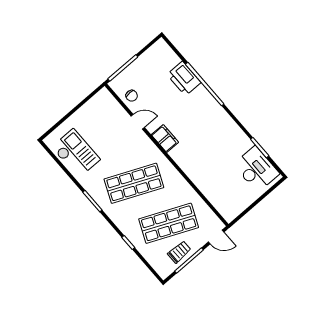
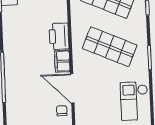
printer: (184, 78) -> (59, 36), moved, turned 180
door: (138, 122) -> (72, 89), width x1.87

